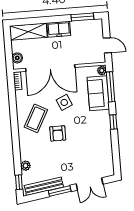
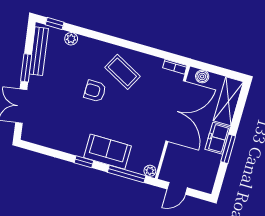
window: (82, 17) -> (228, 149), moved
double door: (50, 68) -> (176, 111), swing flipped
sofa: (98, 93) -> (108, 152), moved
side table: (64, 102) -> (129, 112), removed

